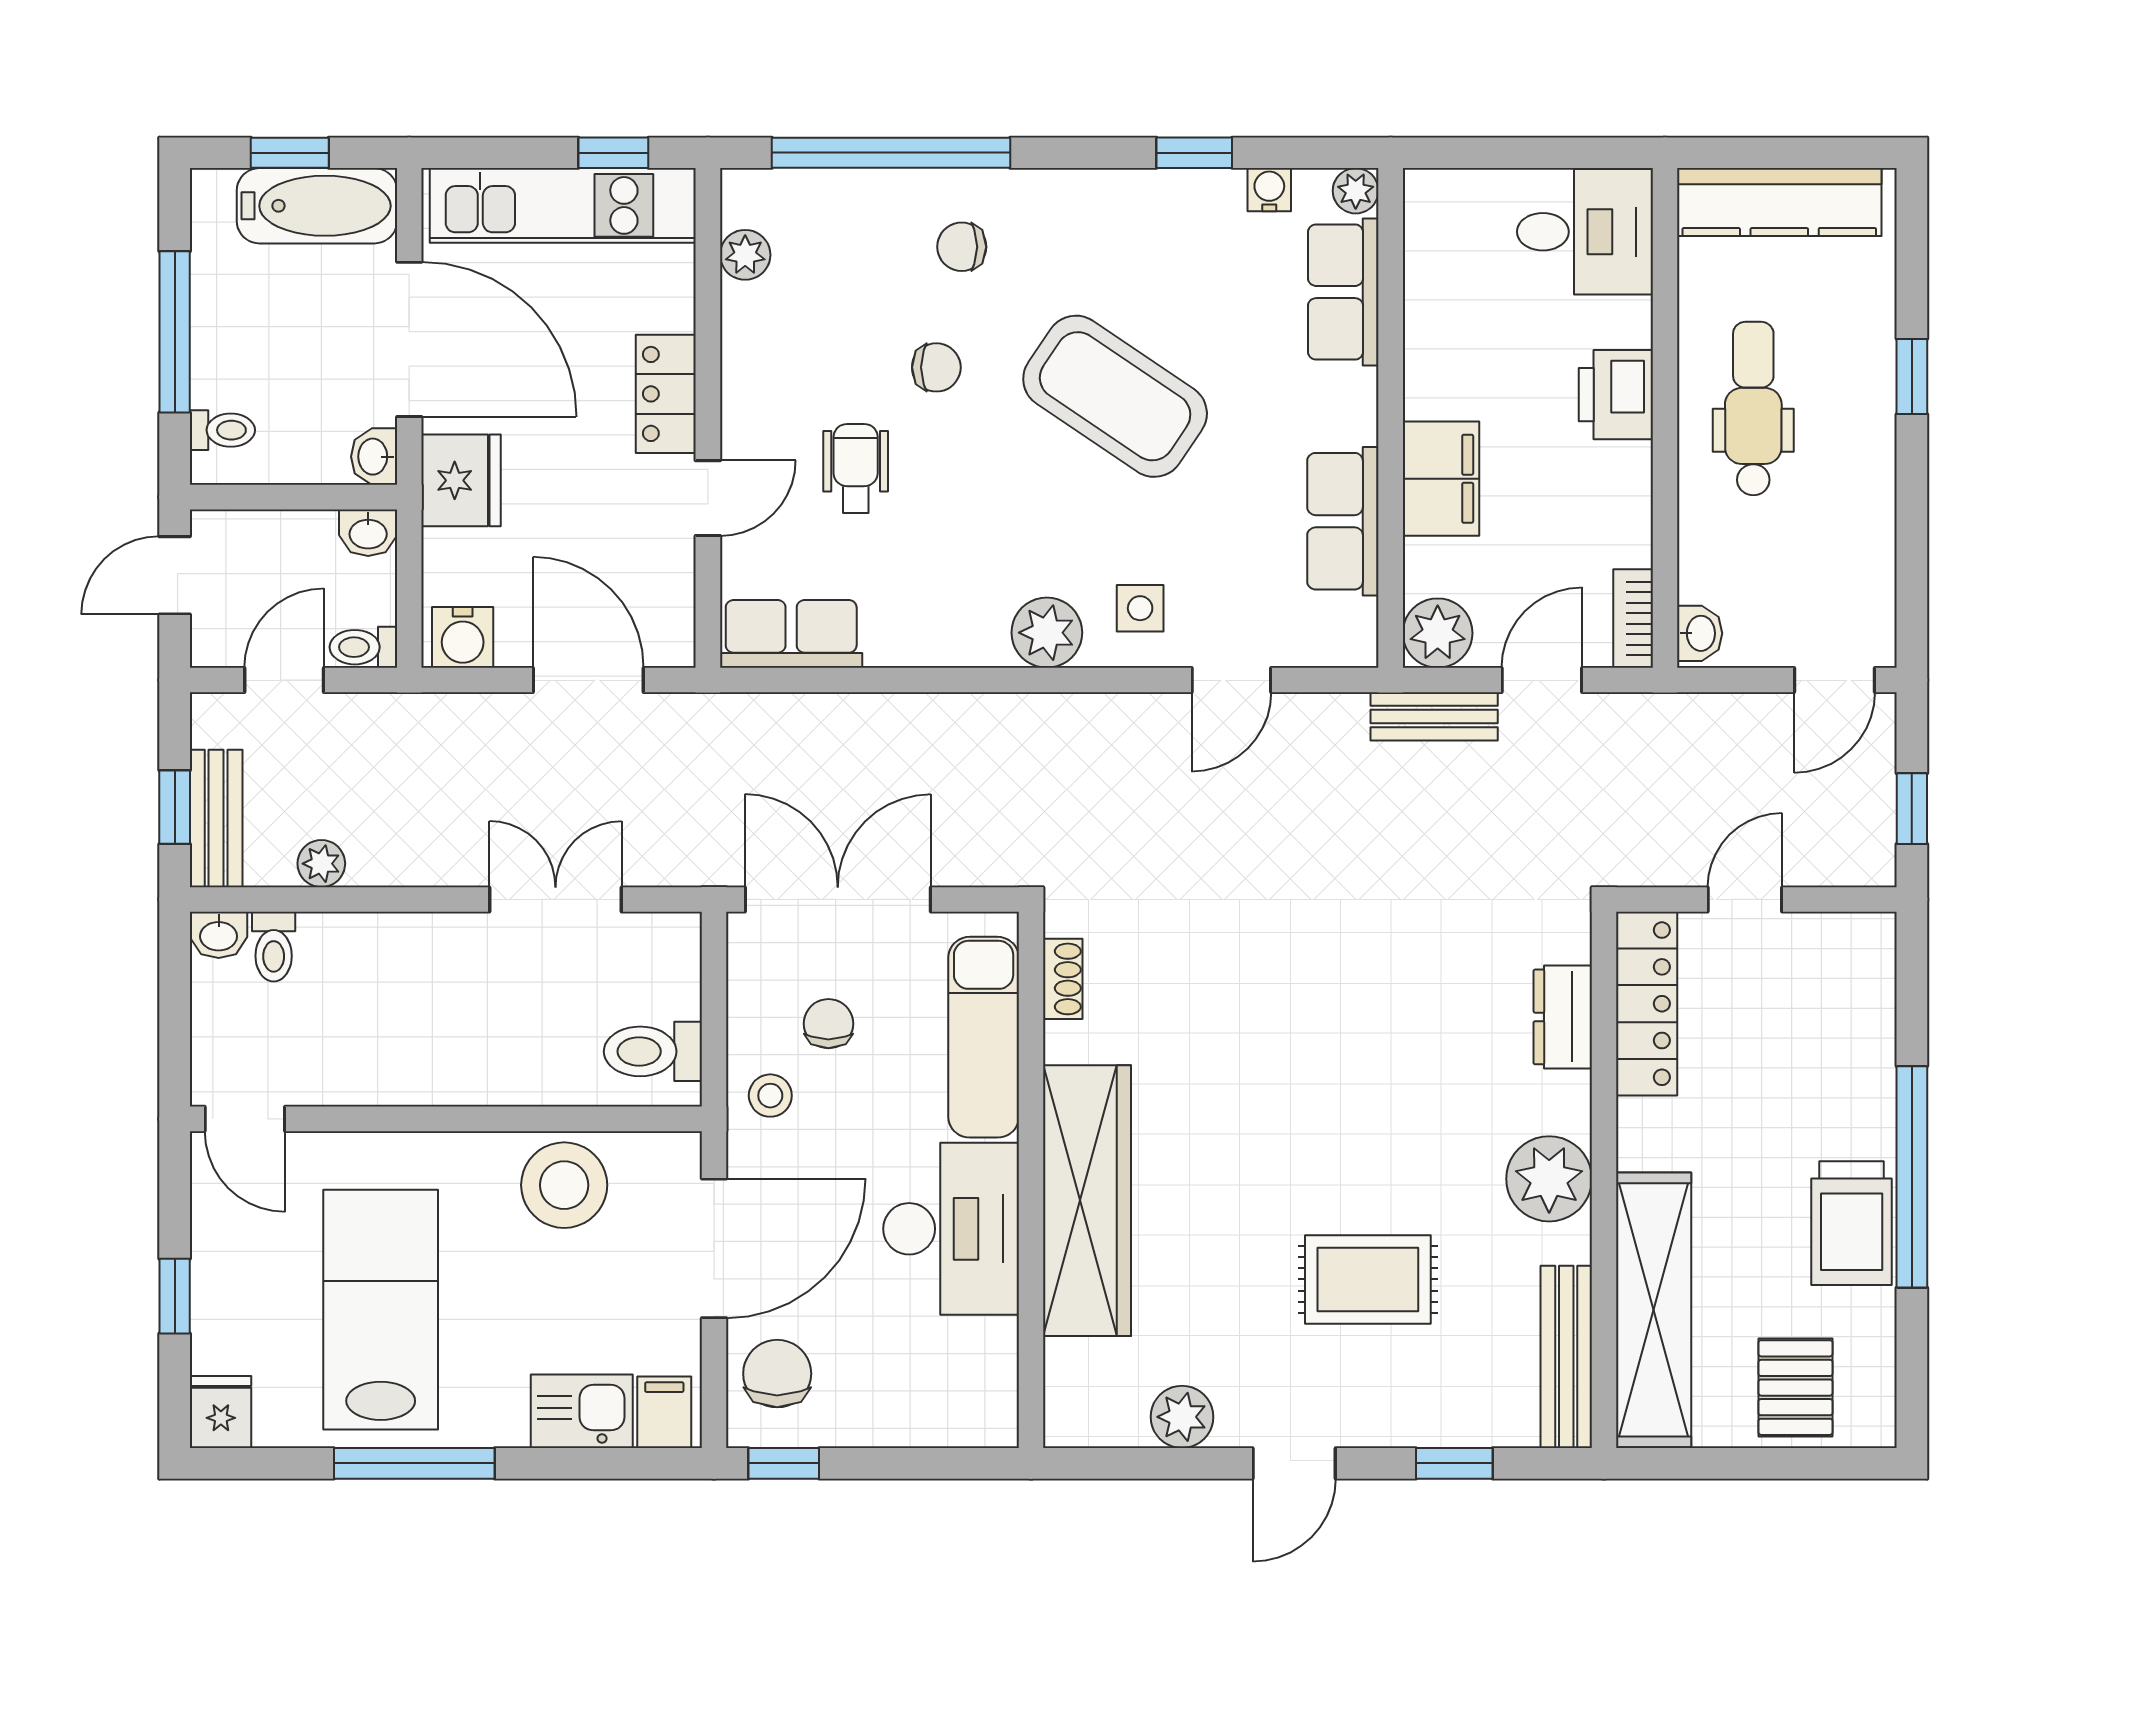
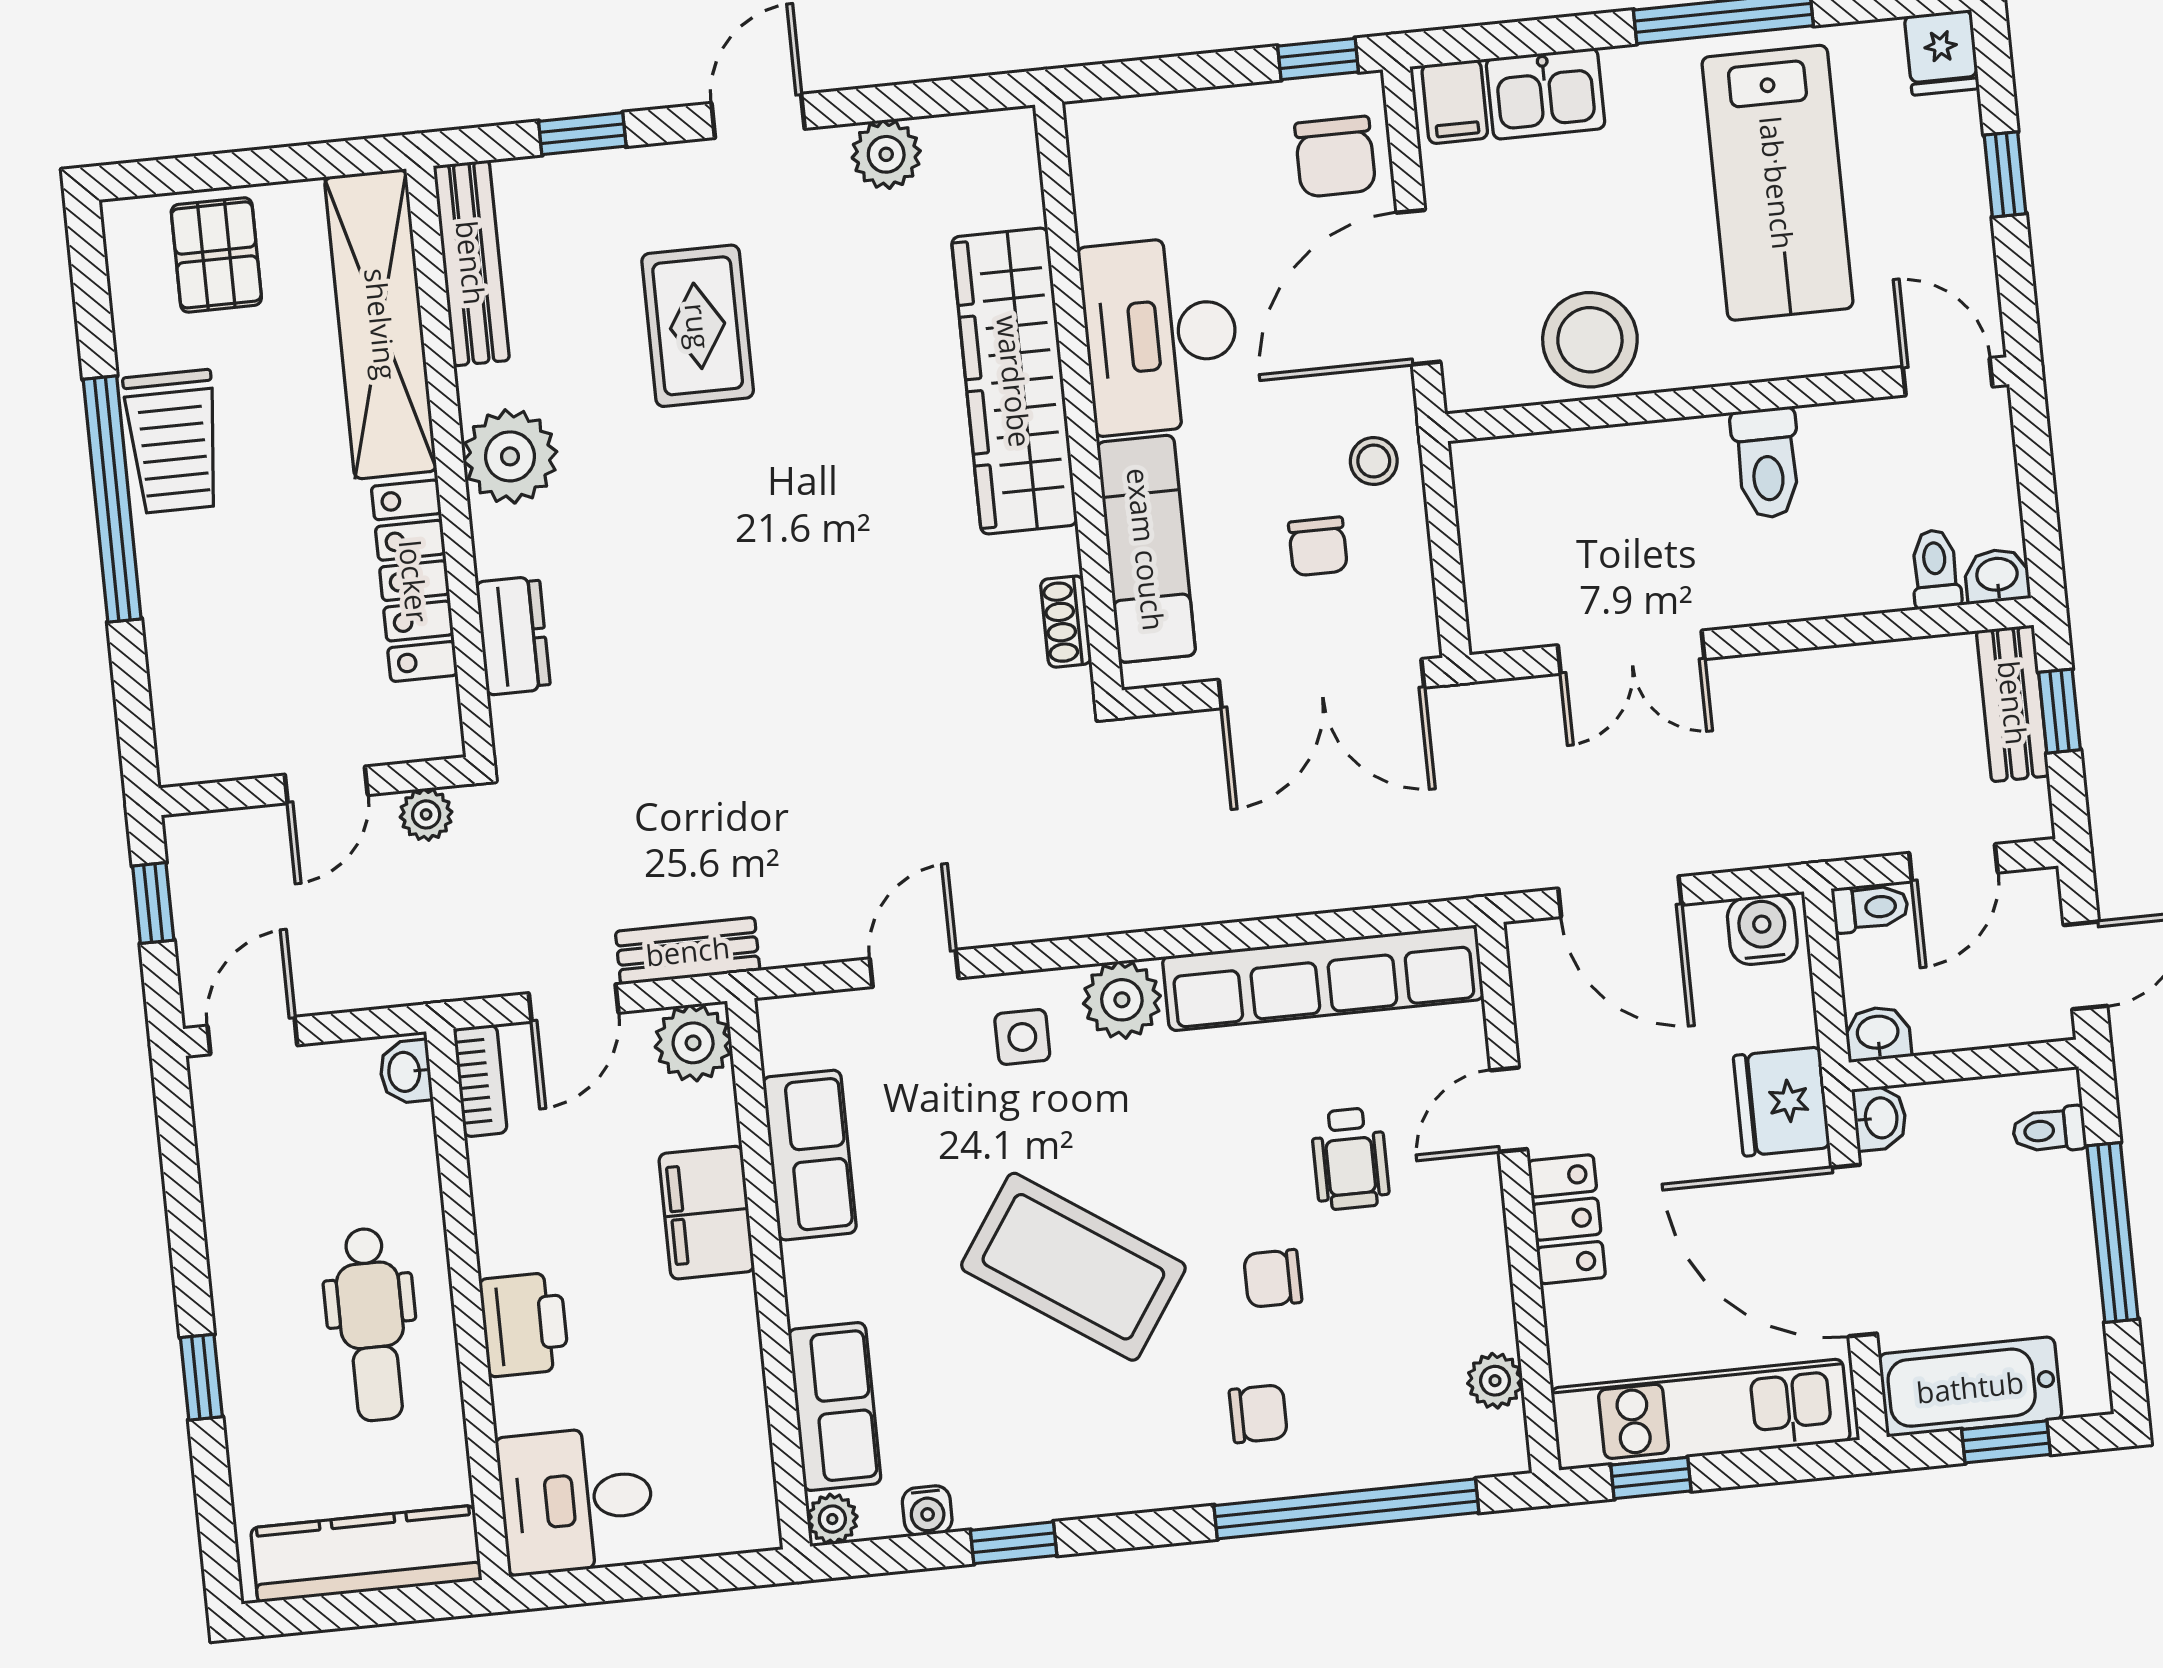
row of seats: (791, 634) -> (1323, 978), width x2.02
plant: (321, 864) -> (426, 814), moved
locker: (1647, 1004) -> (414, 581), moved
toilet: (653, 1051) -> (1767, 463), moved, turned 90
trolley: (1852, 1223) -> (173, 442), turned 180
rug: (1368, 1279) -> (698, 326), turned 90

